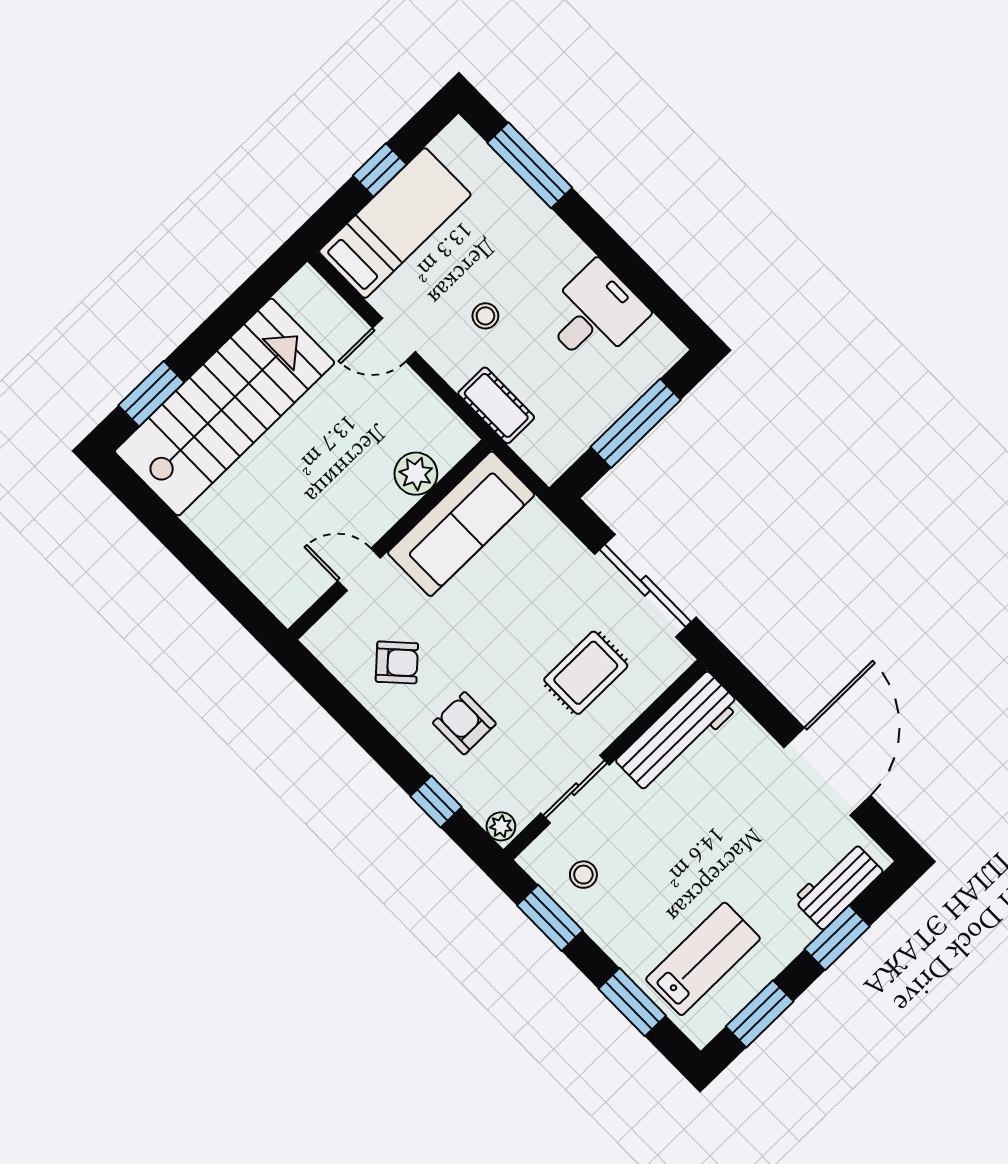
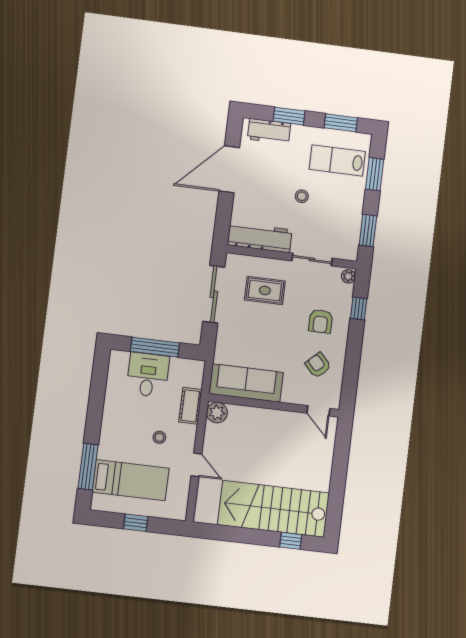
bed: (395, 223) -> (131, 480), moved, turned 180
desk: (594, 314) -> (148, 375), moved, turned 90
window: (151, 394) -> (291, 541), width x0.67
plant: (416, 474) -> (217, 413), moved
door: (359, 570) -> (318, 411), moved
stool: (583, 875) -> (302, 196), moved

